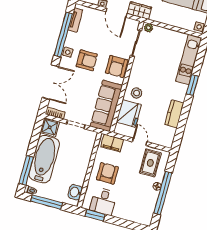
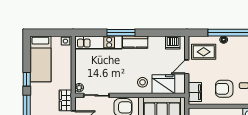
window: (192, 85) -> (121, 33), width x1.44
kitchen counter: (174, 114) -> (135, 42), moved
dishwasher: (168, 134) -> (173, 43), added

